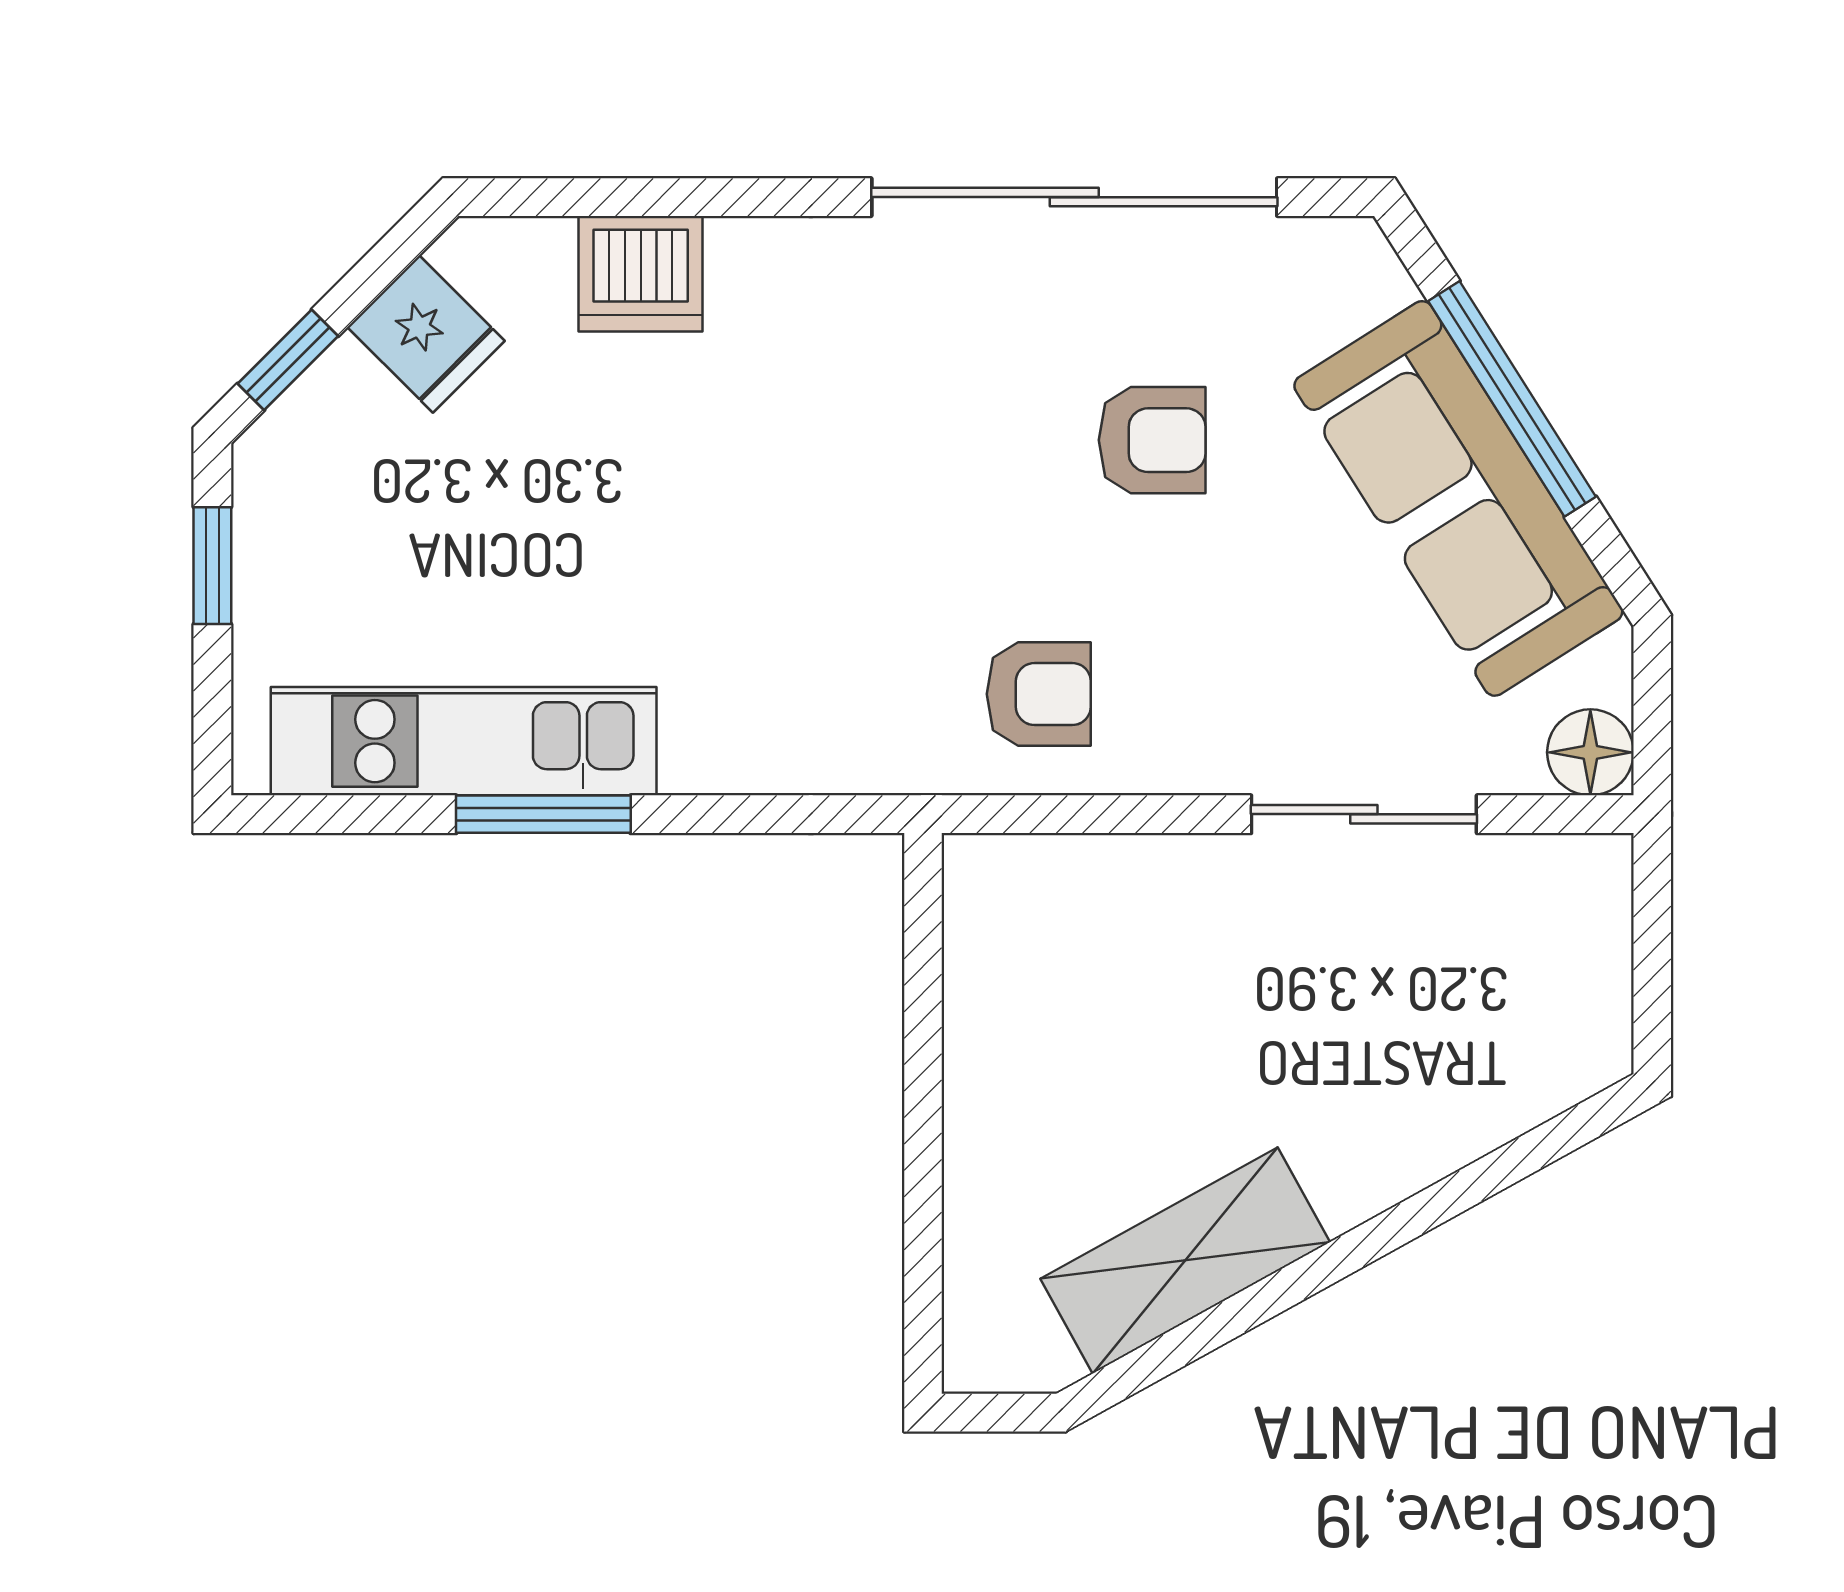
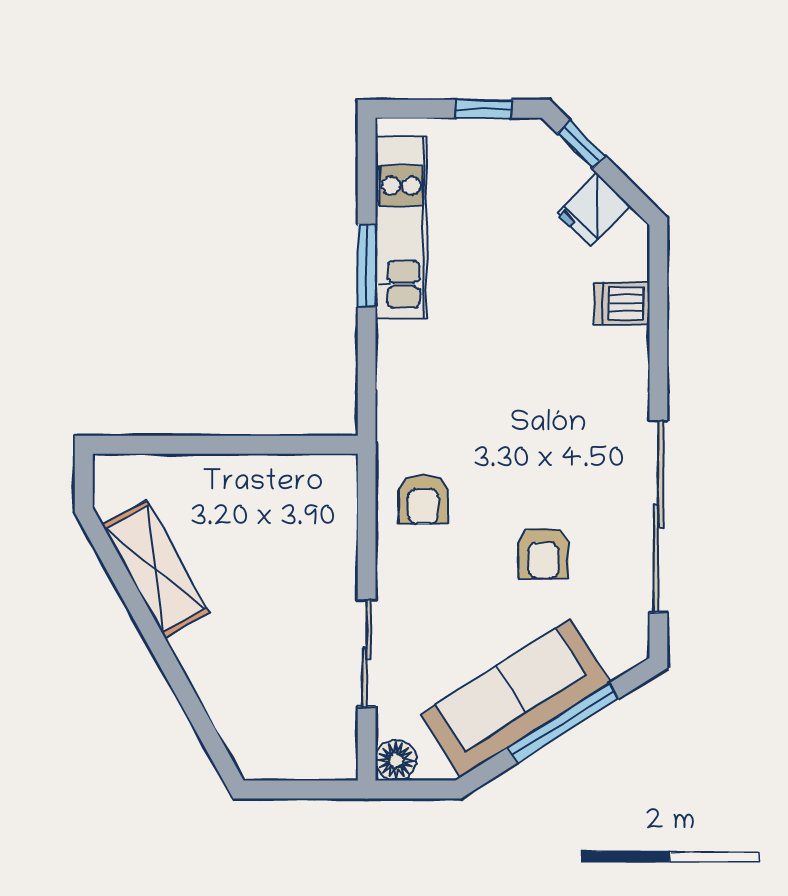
dishwasher: (641, 274) -> (622, 303), width x0.73

